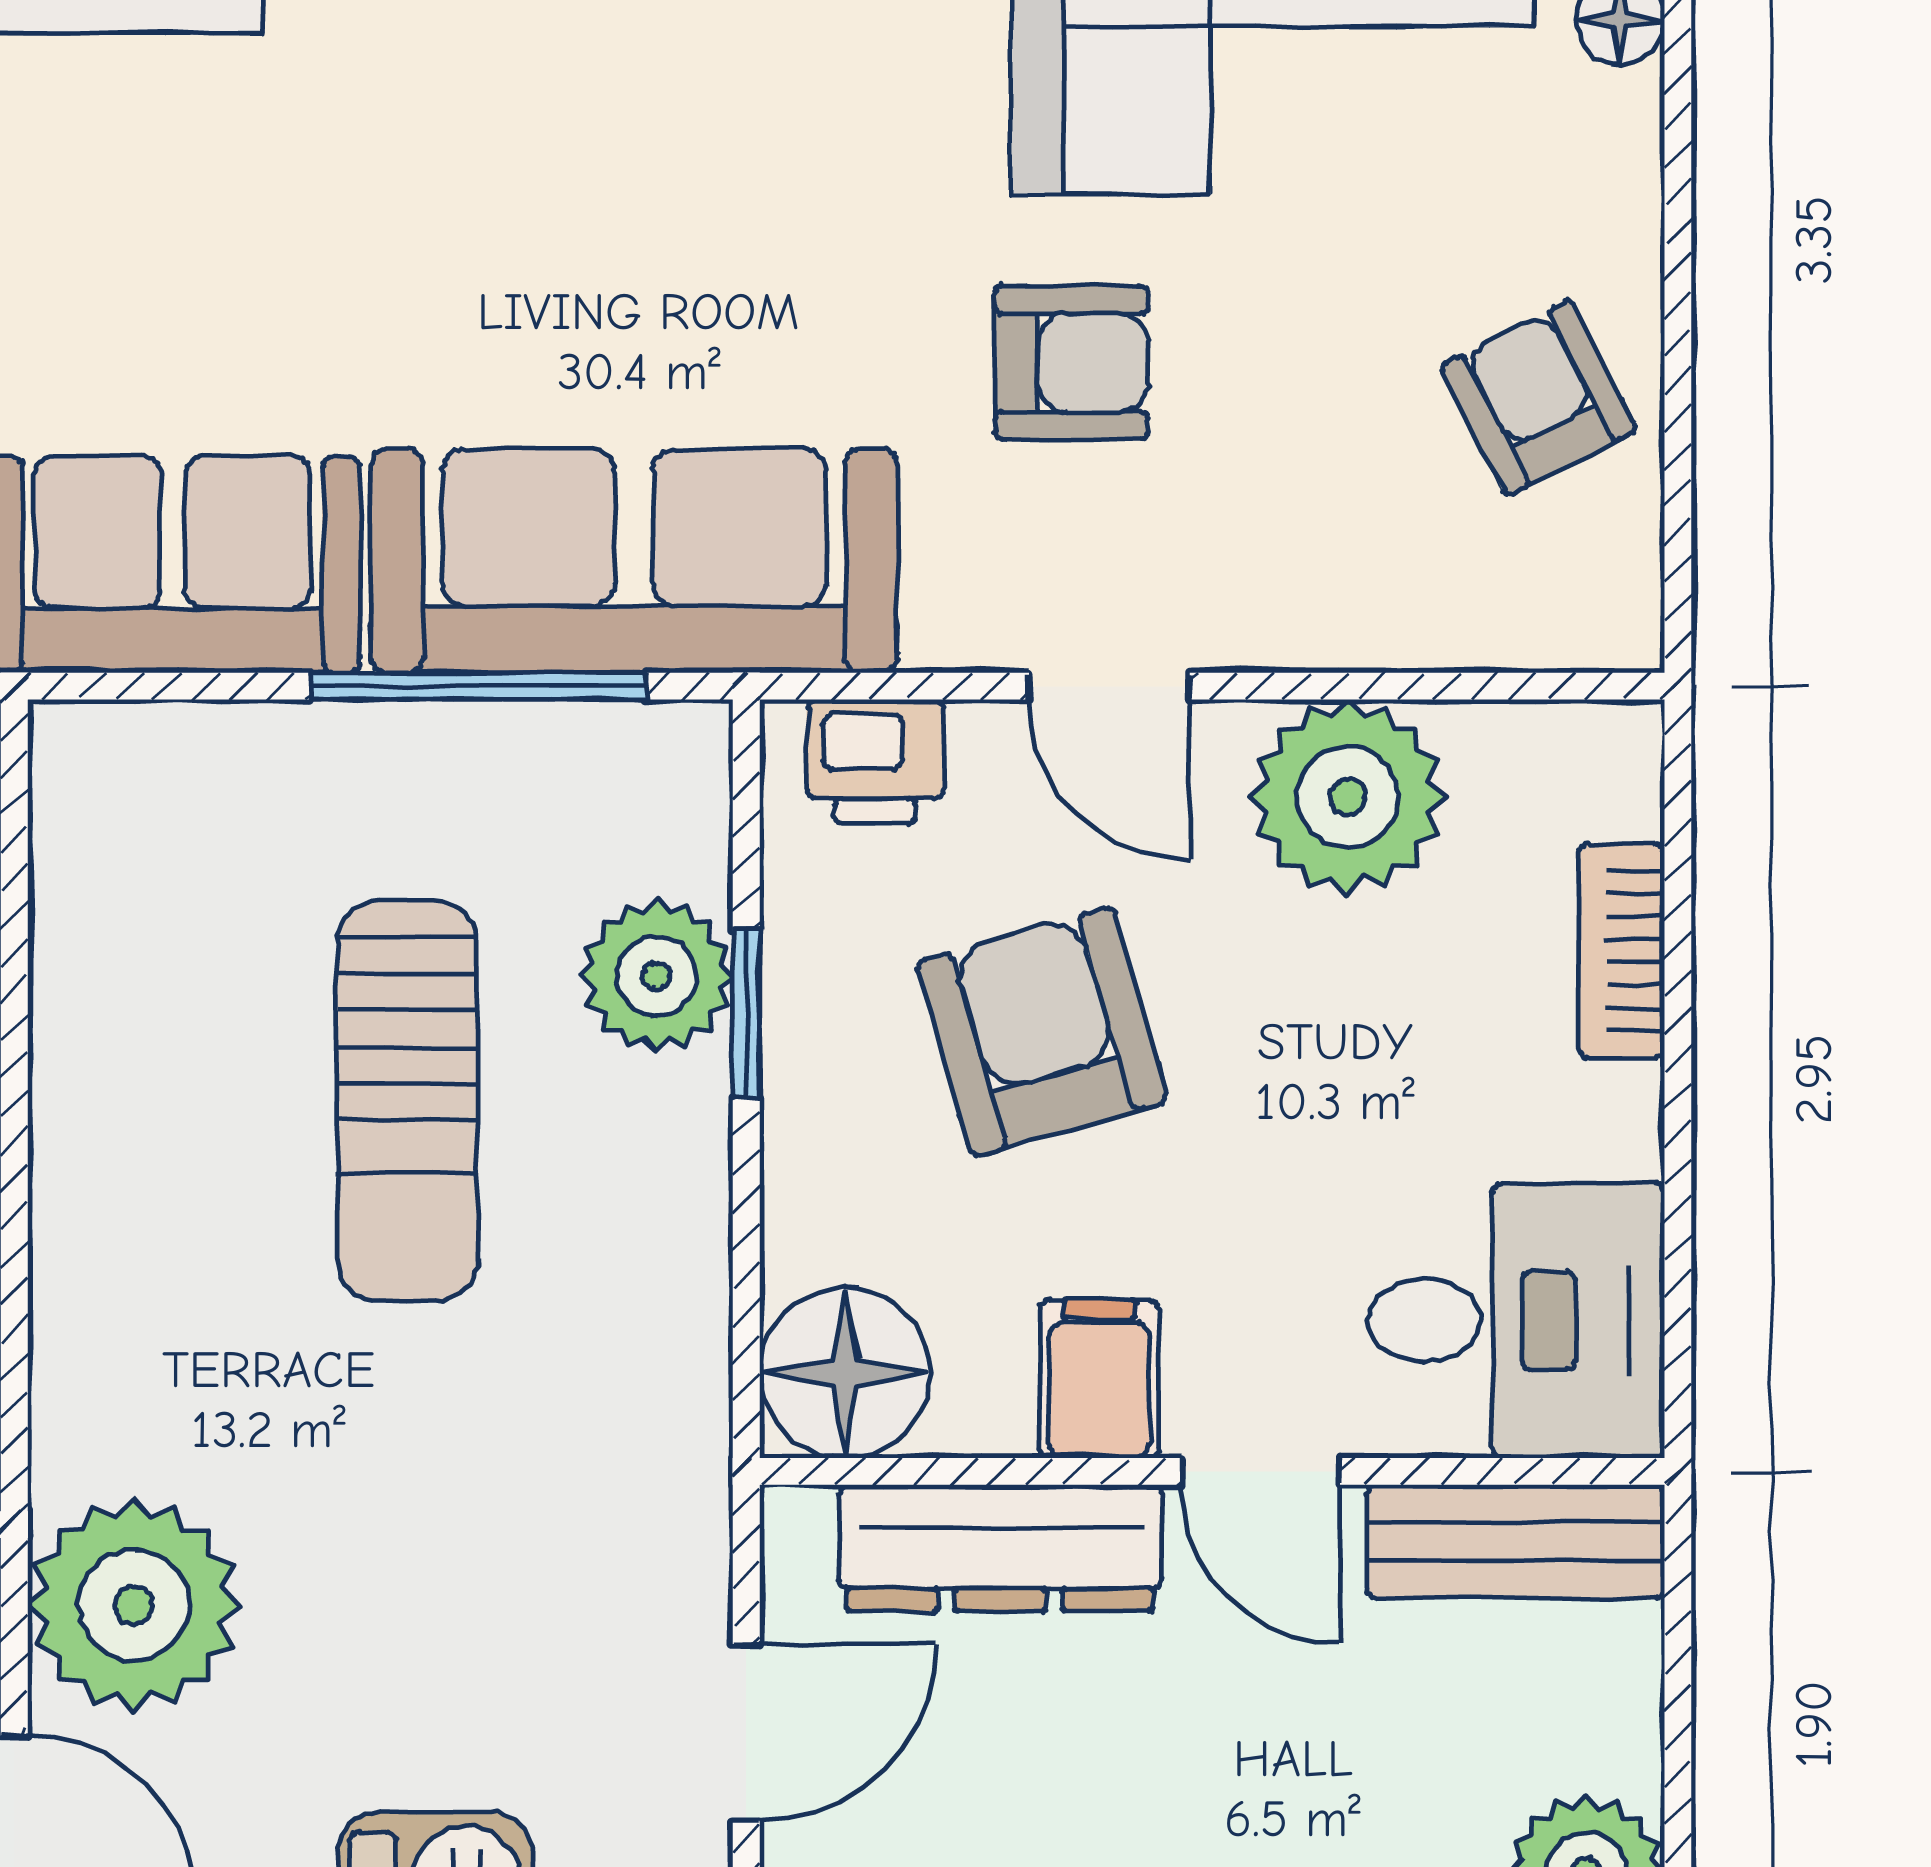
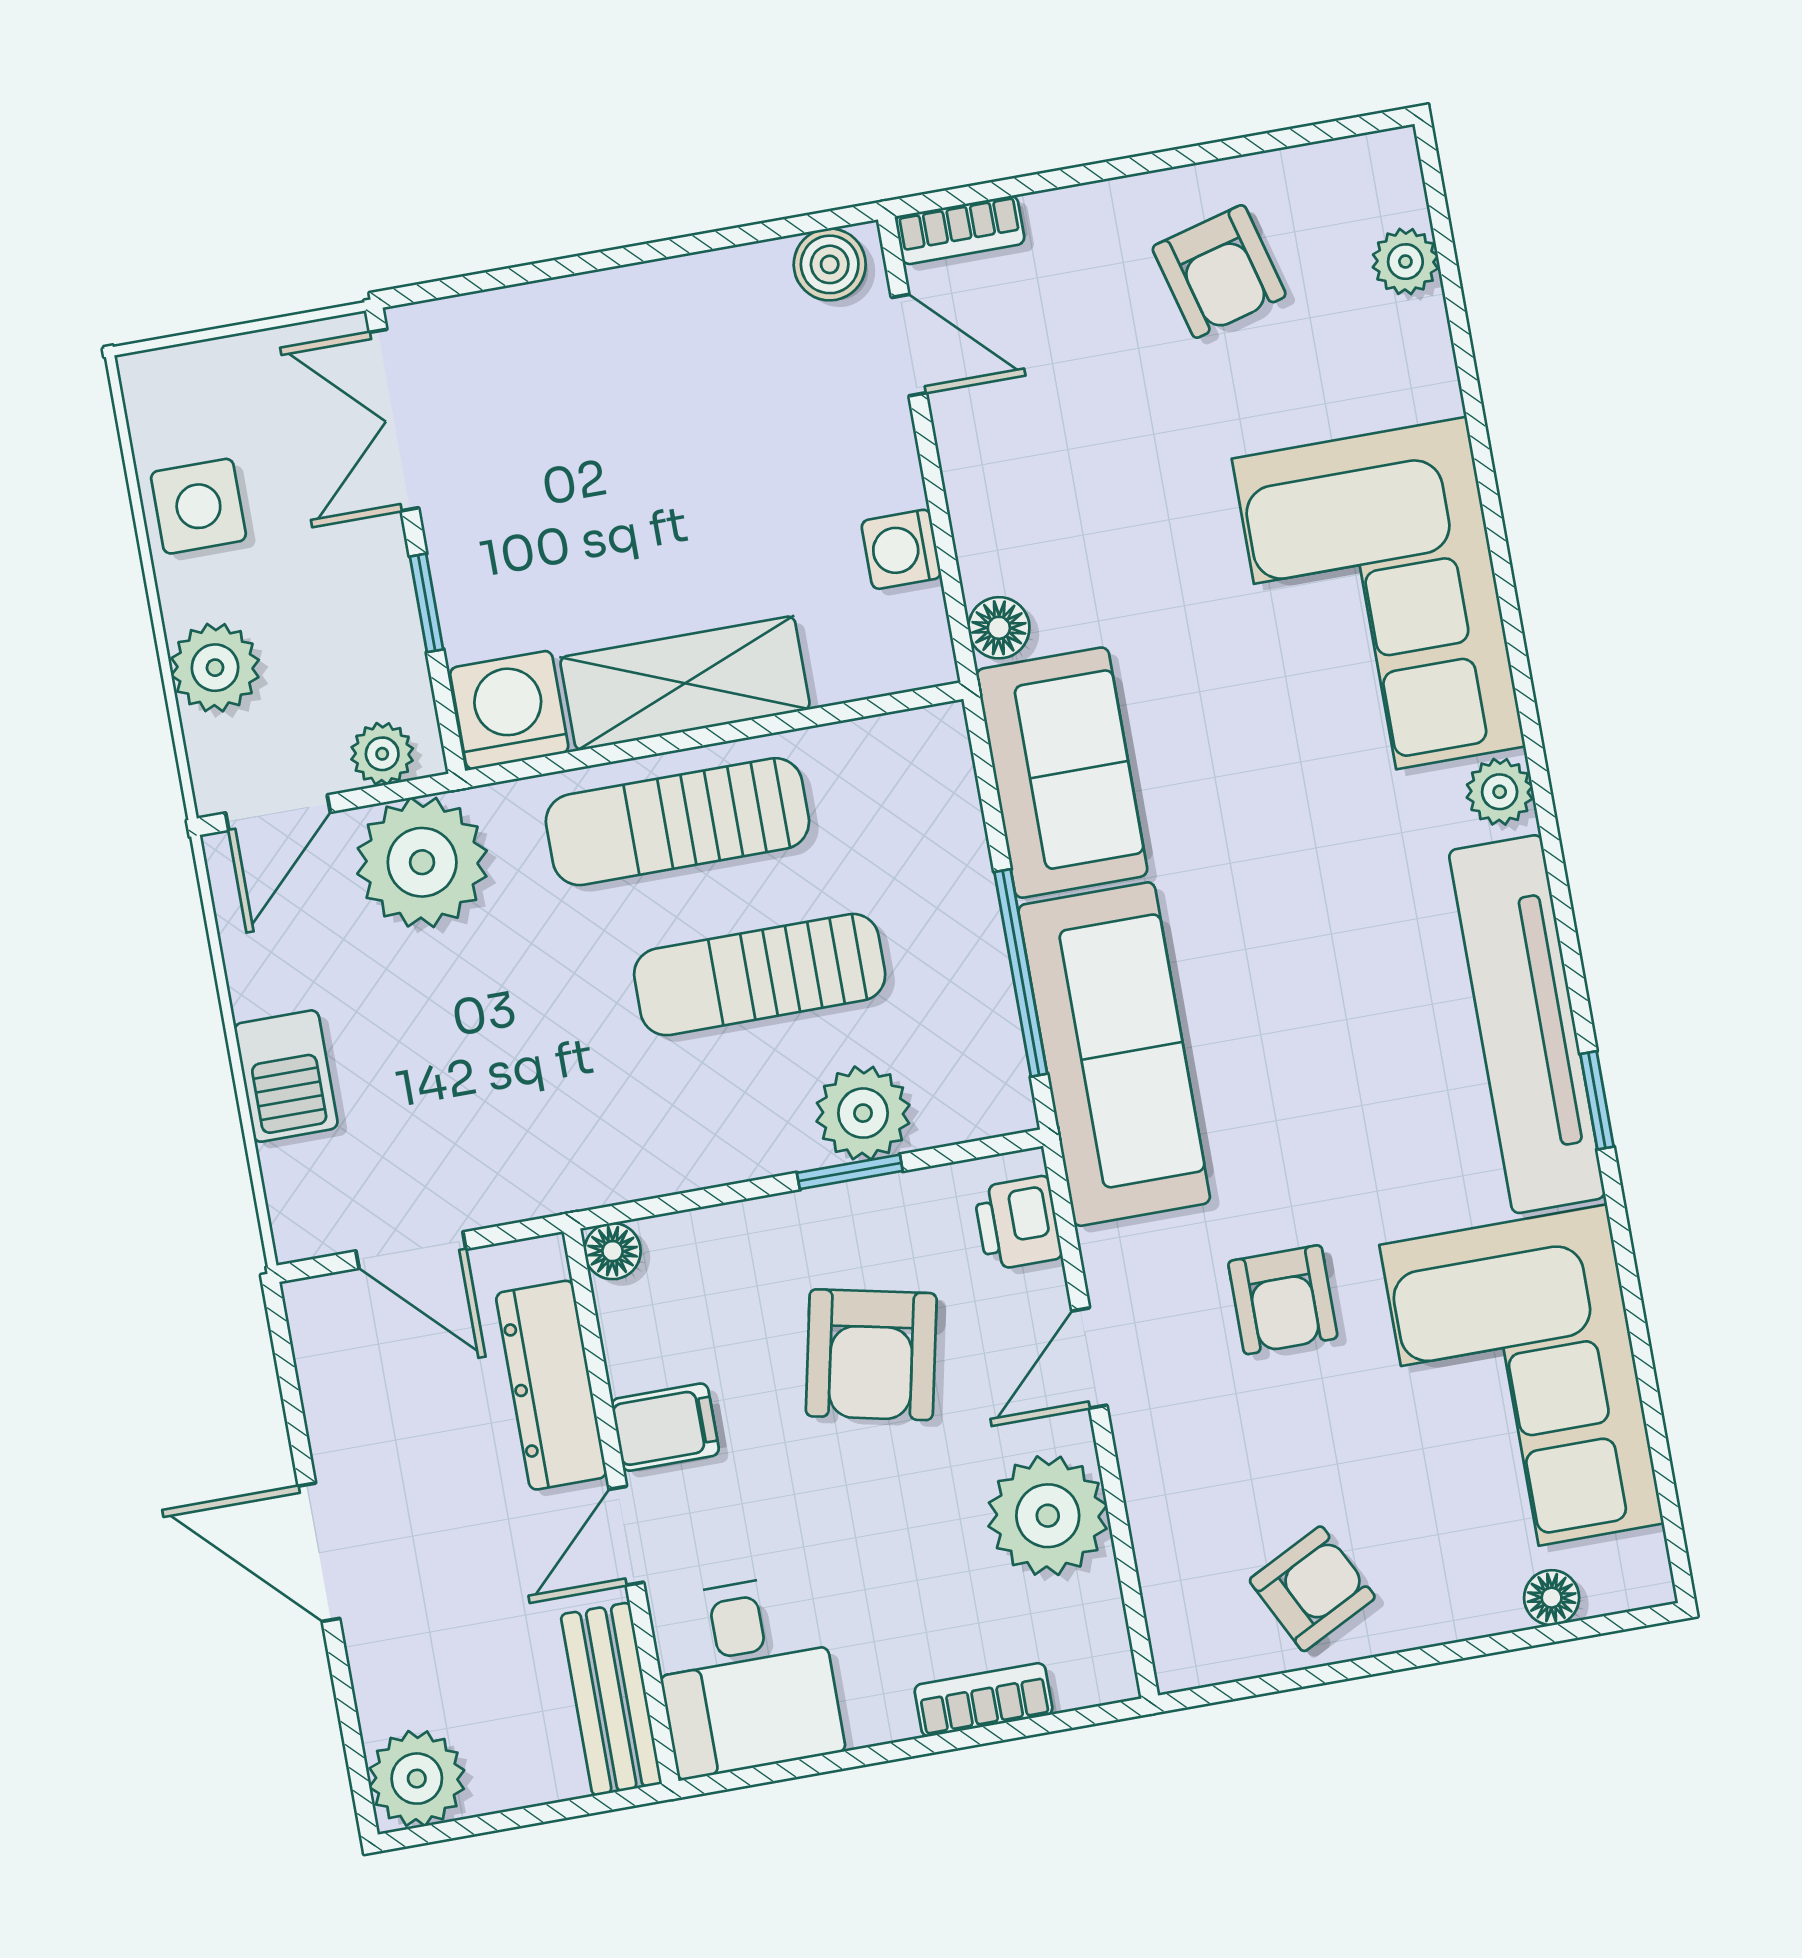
armchair: (1042, 1032) -> (871, 1355), turned 118
sun lounger: (141, 1188) -> (677, 822), added
floor lamp: (845, 1373) -> (613, 1251), width x0.53, depth x0.53

